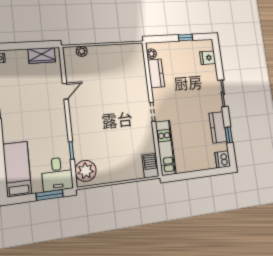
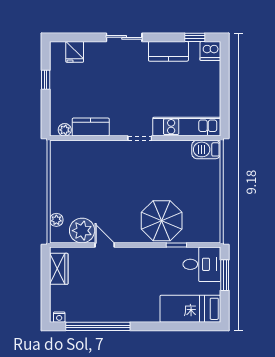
window: (229, 135) -> (195, 37), moved
parasol: (90, 136) -> (162, 221), added
plant: (86, 171) -> (82, 231), moved

